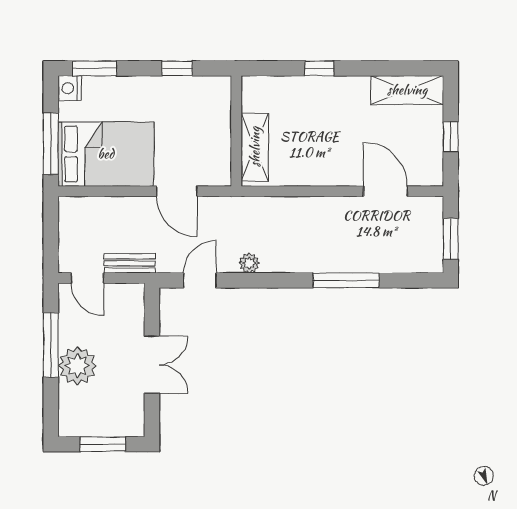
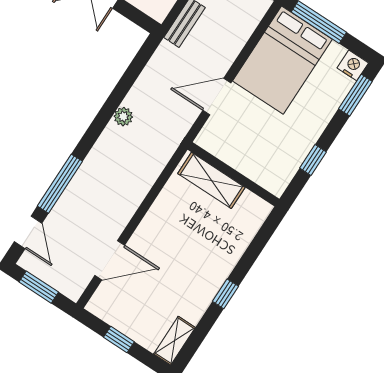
window: (320, 68) -> (225, 294), moved
shelving: (407, 90) -> (174, 341), width x0.67, depth x0.75
door: (200, 280) -> (28, 232), moved

